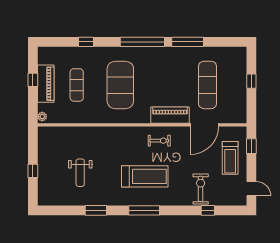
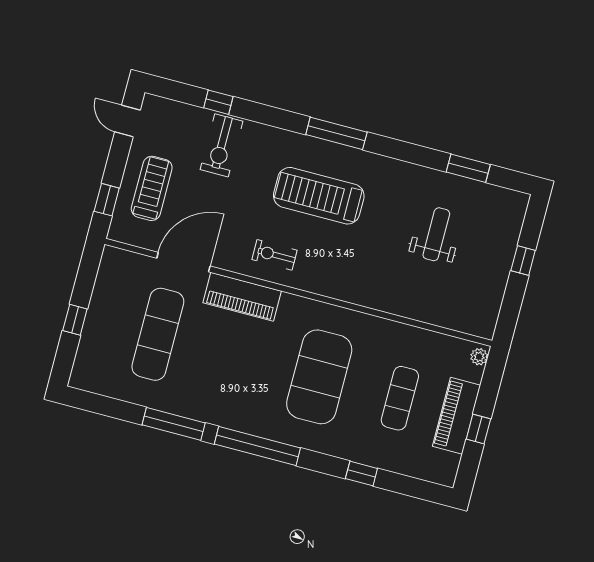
window: (96, 210) -> (468, 168), moved

